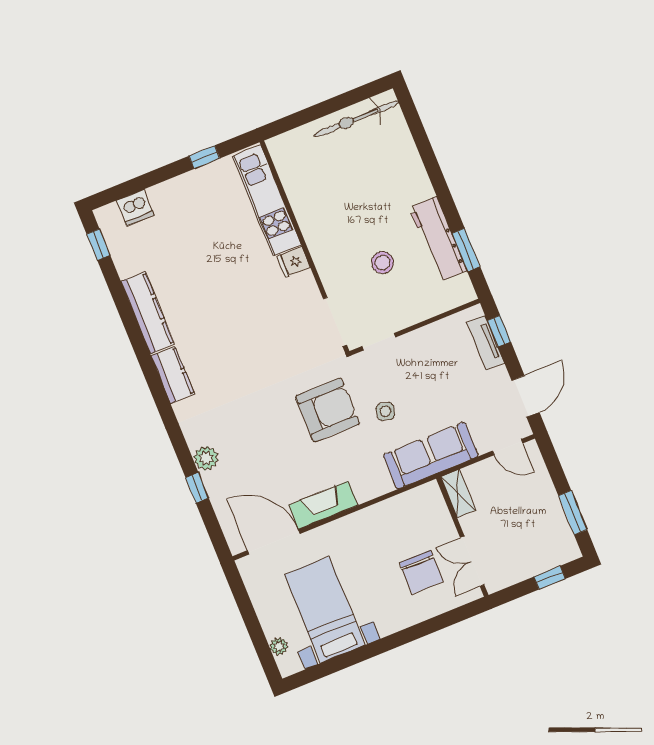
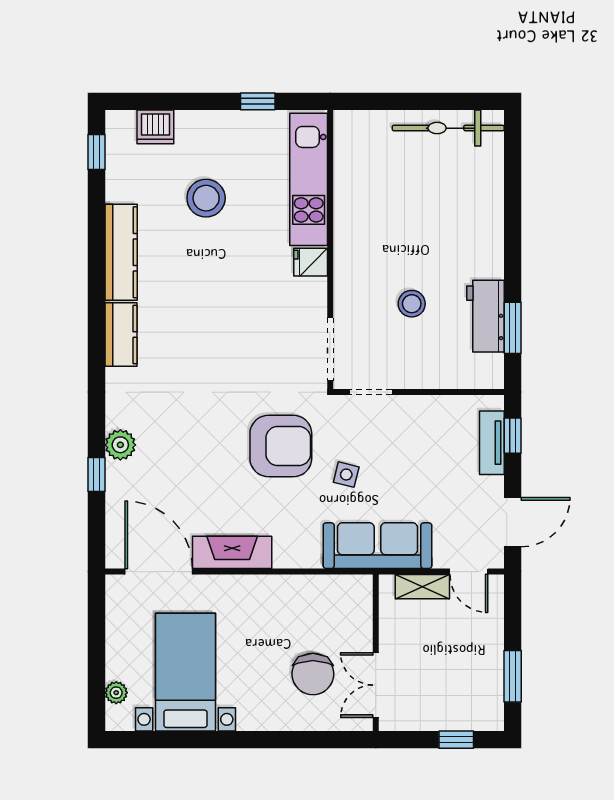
workbench: (438, 239) -> (485, 316), width x0.73
stool: (195, 246) -> (206, 198), added
shelving: (458, 493) -> (422, 587), moved, turned 90

